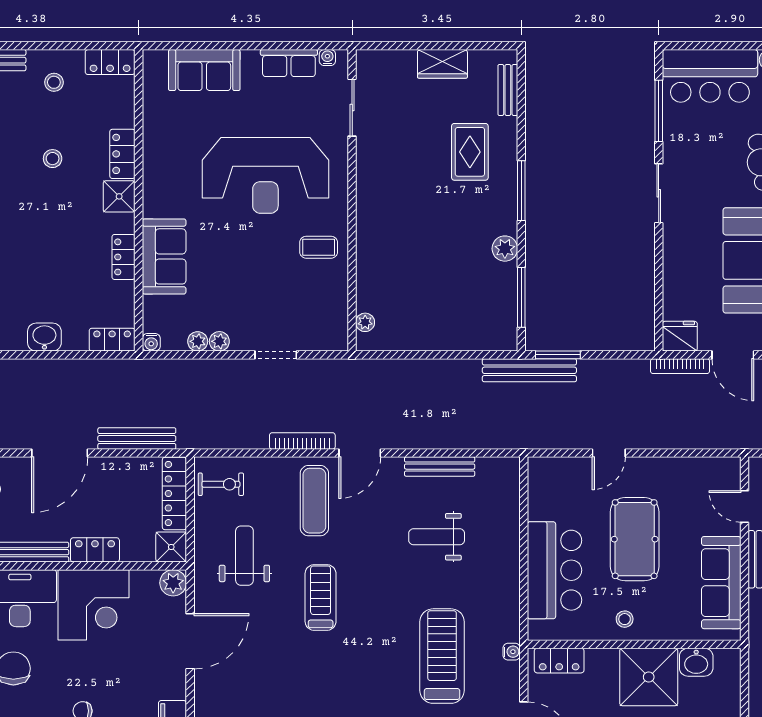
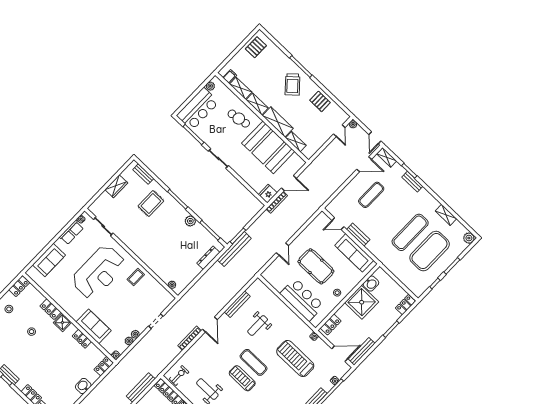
rug: (470, 152) -> (151, 204), turned 90
dresser: (472, 340) -> (208, 258), added
exercise mat: (314, 501) -> (254, 362), moved

